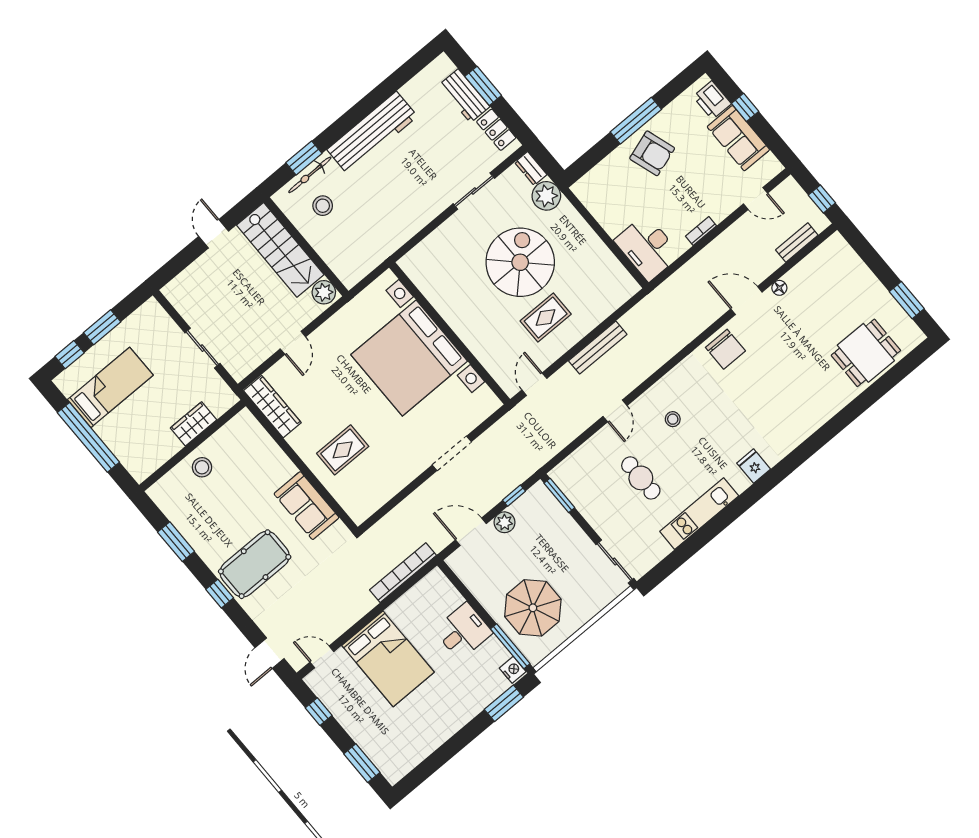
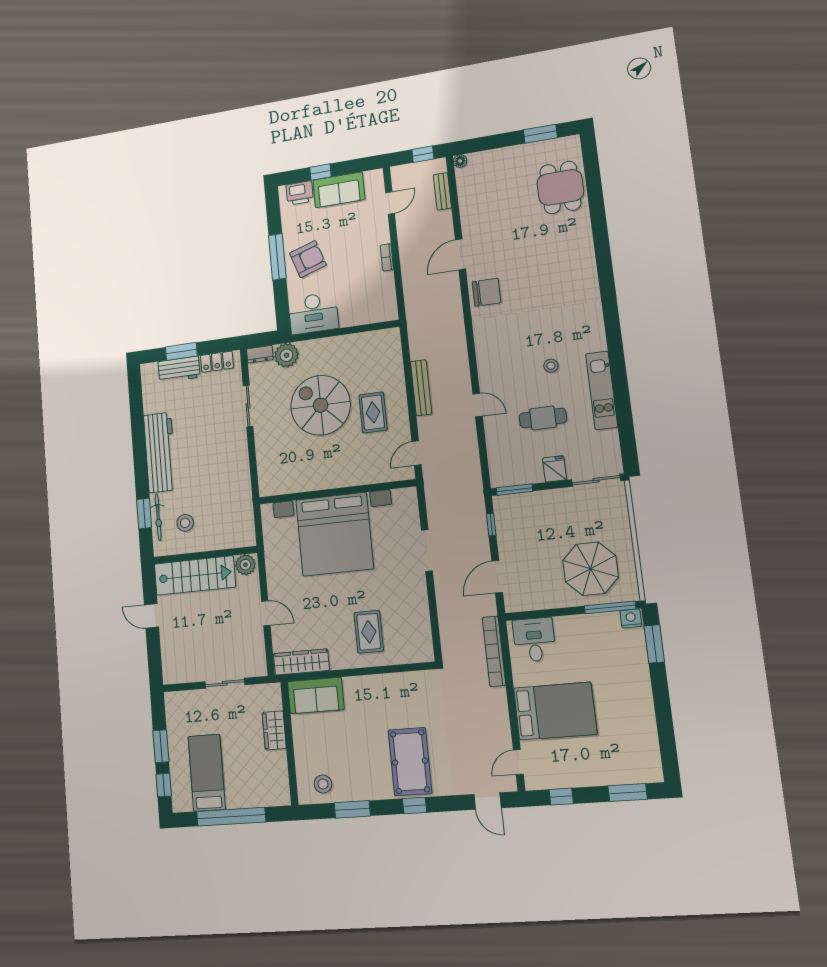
desk: (647, 248) -> (313, 313), moved
floor lamp: (779, 288) -> (460, 161), moved
door: (534, 384) -> (417, 453), hinge flipped
stool: (673, 419) -> (551, 366), moved
fridge: (754, 466) -> (554, 469), moved, turned 90
stool: (202, 467) -> (323, 784), moved
sofa: (306, 506) -> (316, 696), moved
plant: (505, 522) -> (507, 546), removed
desk: (463, 631) -> (534, 640), moved

